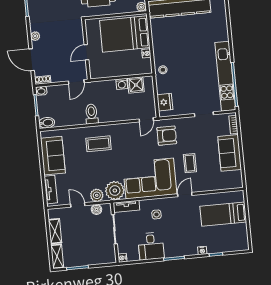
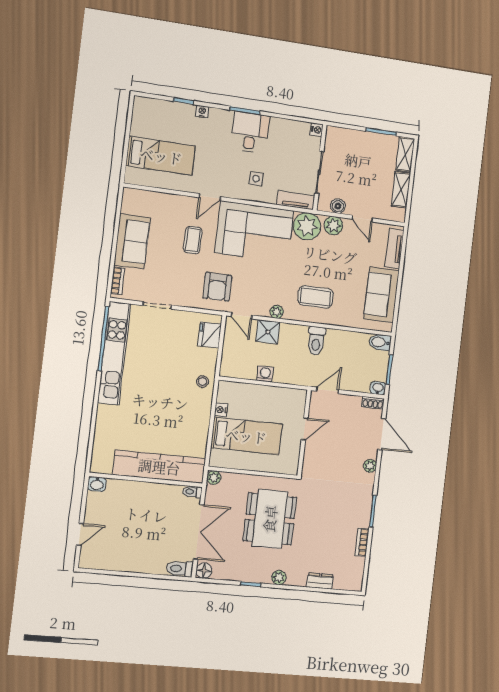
bed: (125, 34) -> (246, 436), width x0.67
shower: (136, 85) -> (268, 332), moved
door: (146, 120) -> (242, 316), swing flipped
plant: (123, 128) -> (277, 312), added
armchair: (167, 136) -> (217, 287), turned -90
desk: (151, 246) -> (250, 132), moved

